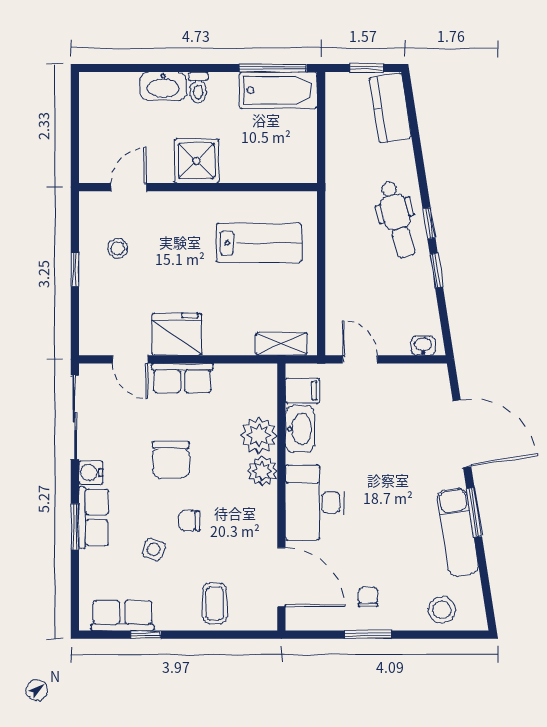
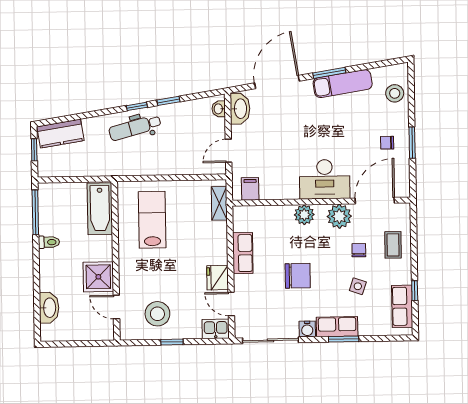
washbasin: (163, 86) -> (49, 308), moved
toilet: (198, 88) -> (49, 242), moved
bathtub: (278, 90) -> (100, 209), moved, turned 180
shower: (196, 161) -> (98, 277), moved
dental chair: (397, 220) -> (135, 128), turned 180
stool: (118, 248) -> (157, 314), width x1.89, depth x1.89
fridge: (177, 334) -> (218, 278), width x0.73, depth x0.75
kitchen sink: (93, 335) -> (216, 329), added
door: (130, 359) -> (231, 304), swing flipped
row of seats: (182, 378) -> (243, 253), moved
washbasin: (300, 429) -> (240, 109), moved, turned 90
plant: (259, 435) -> (339, 216), moved
chair: (189, 521) -> (359, 250), moved, turned 180
coffee table: (215, 603) -> (393, 245), turned 90

